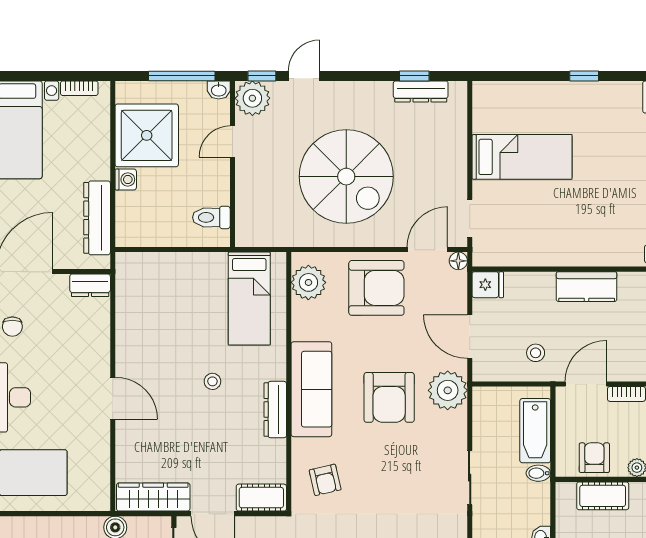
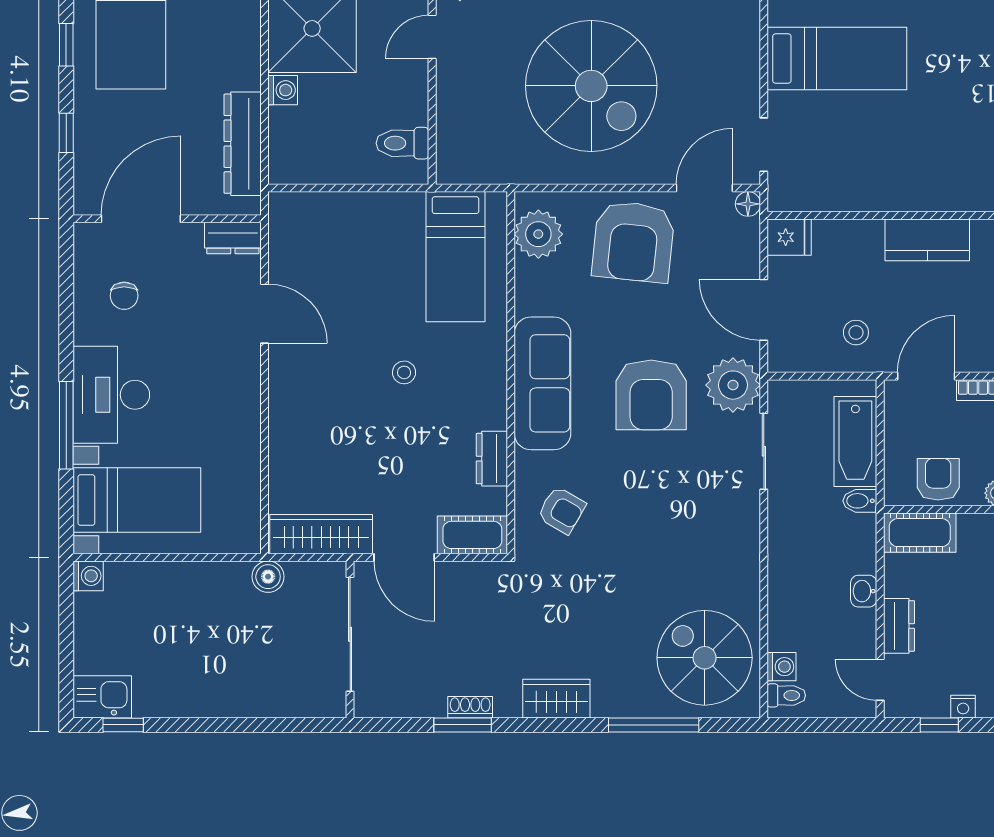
armchair: (376, 288) -> (633, 242), turned 96
door: (113, 398) -> (265, 314), moved
dresser: (275, 410) -> (492, 459), moved, width x0.70
sliding door: (470, 478) -> (764, 451), moved
armchair: (325, 480) -> (562, 510), turned -47
cot: (603, 496) -> (920, 533), moved

